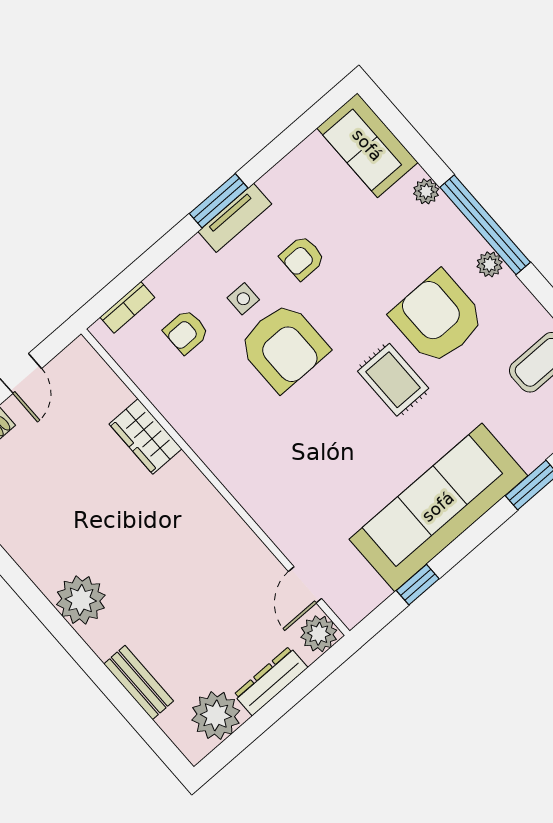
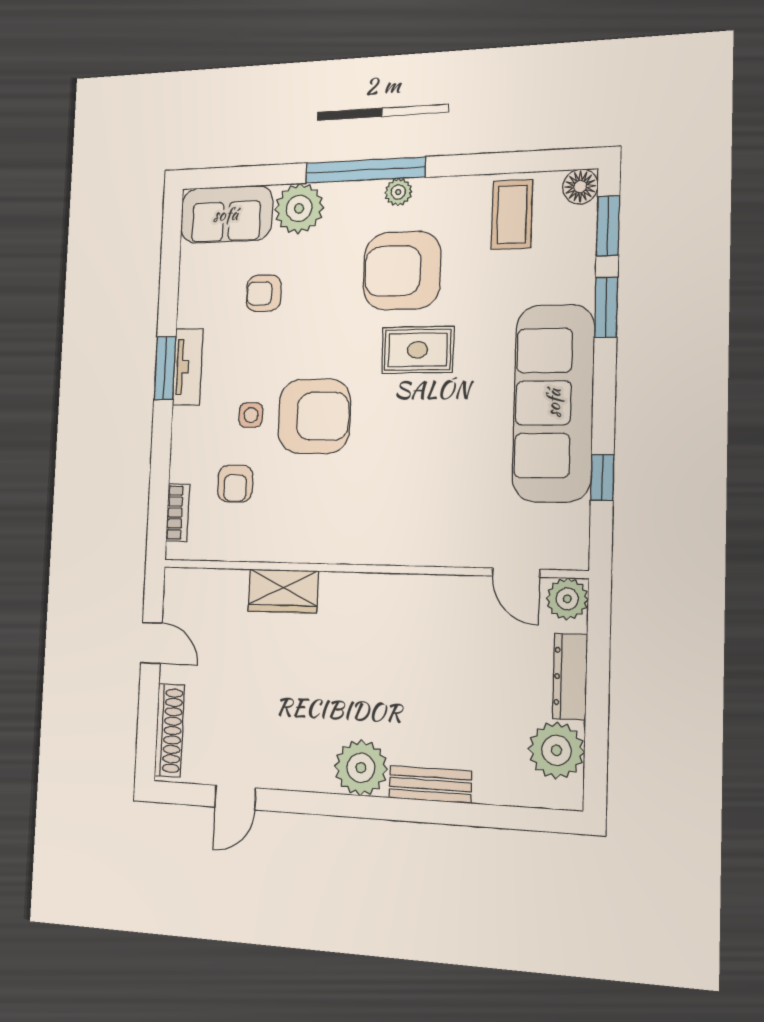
plant: (426, 191) -> (299, 208), width x1.88, depth x1.88
armchair: (302, 258) -> (264, 293), moved, turned 90
bench: (139, 683) -> (430, 785), moved

